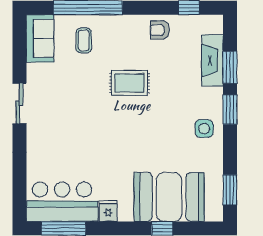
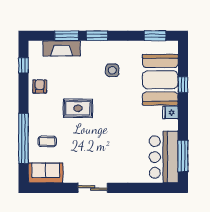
armchair: (160, 30) -> (40, 86), turned 180
rug: (130, 83) -> (78, 108), turned 90
side table: (204, 128) -> (112, 70), moved
fridge: (108, 211) -> (170, 112), moved

